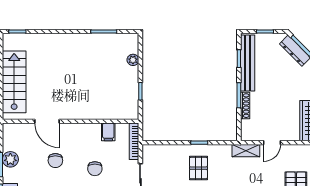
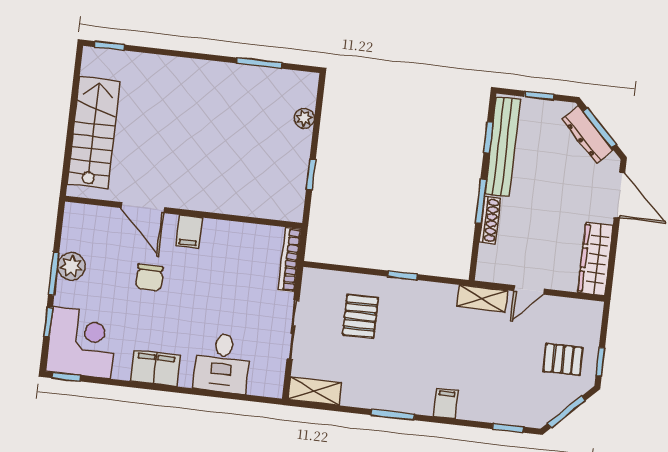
filing cabinet: (108, 132) -> (189, 232), moved
pallet: (198, 168) -> (360, 316), moved
chair: (95, 169) -> (216, 300), removed

